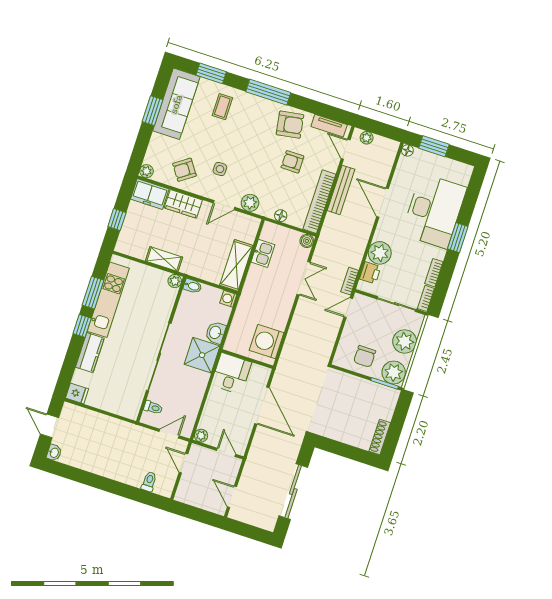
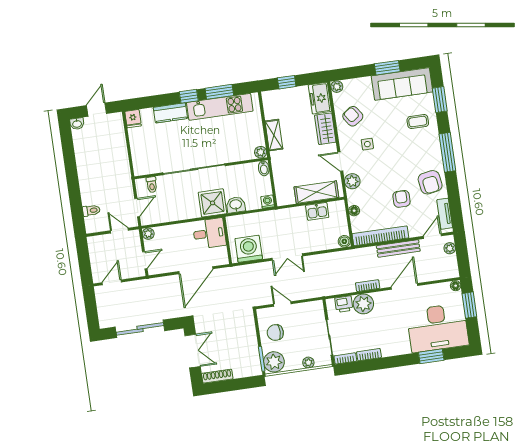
desk: (434, 211) -> (438, 328), moved
window: (458, 238) -> (431, 356), moved
shelving: (236, 265) -> (316, 192), moved
double door: (303, 278) -> (287, 257), moved
bookcase: (350, 281) -> (368, 286), moved
door: (348, 308) -> (282, 304), moved
plant: (405, 341) -> (308, 363), width x0.53, depth x0.53
door: (169, 434) -> (137, 208), hinge flipped
double door: (342, 449) -> (193, 351), added
door: (183, 463) -> (119, 231), hinge flipped

